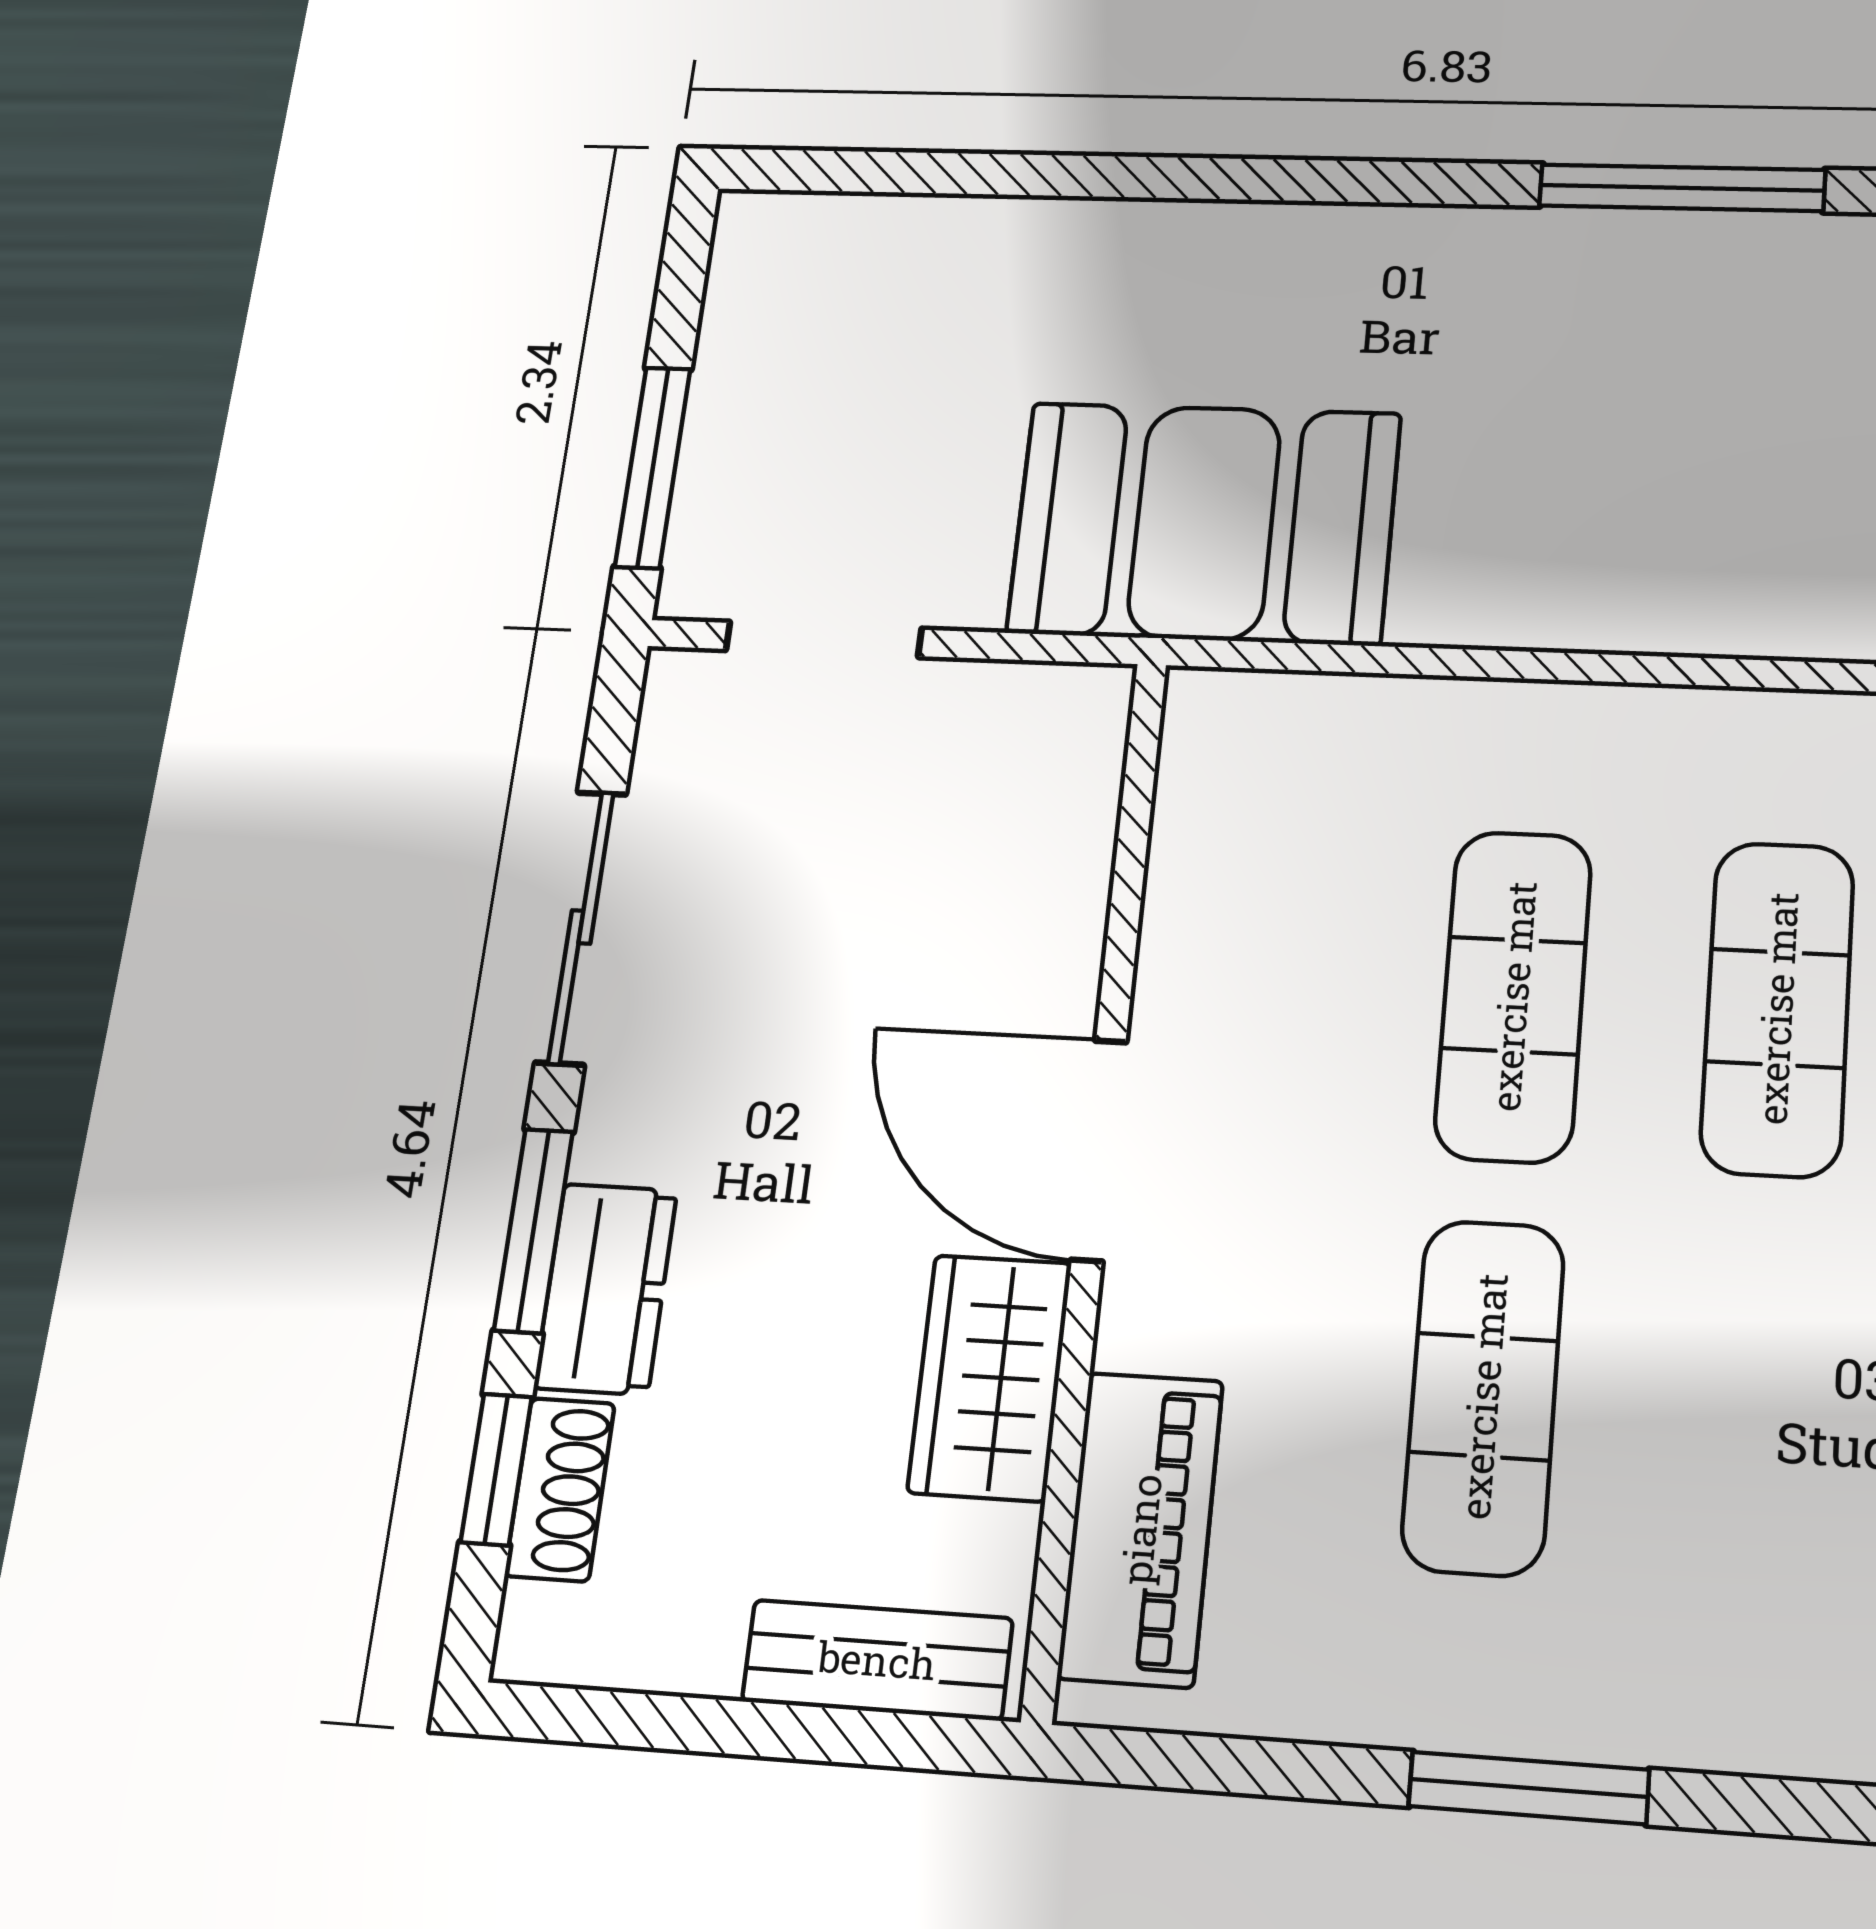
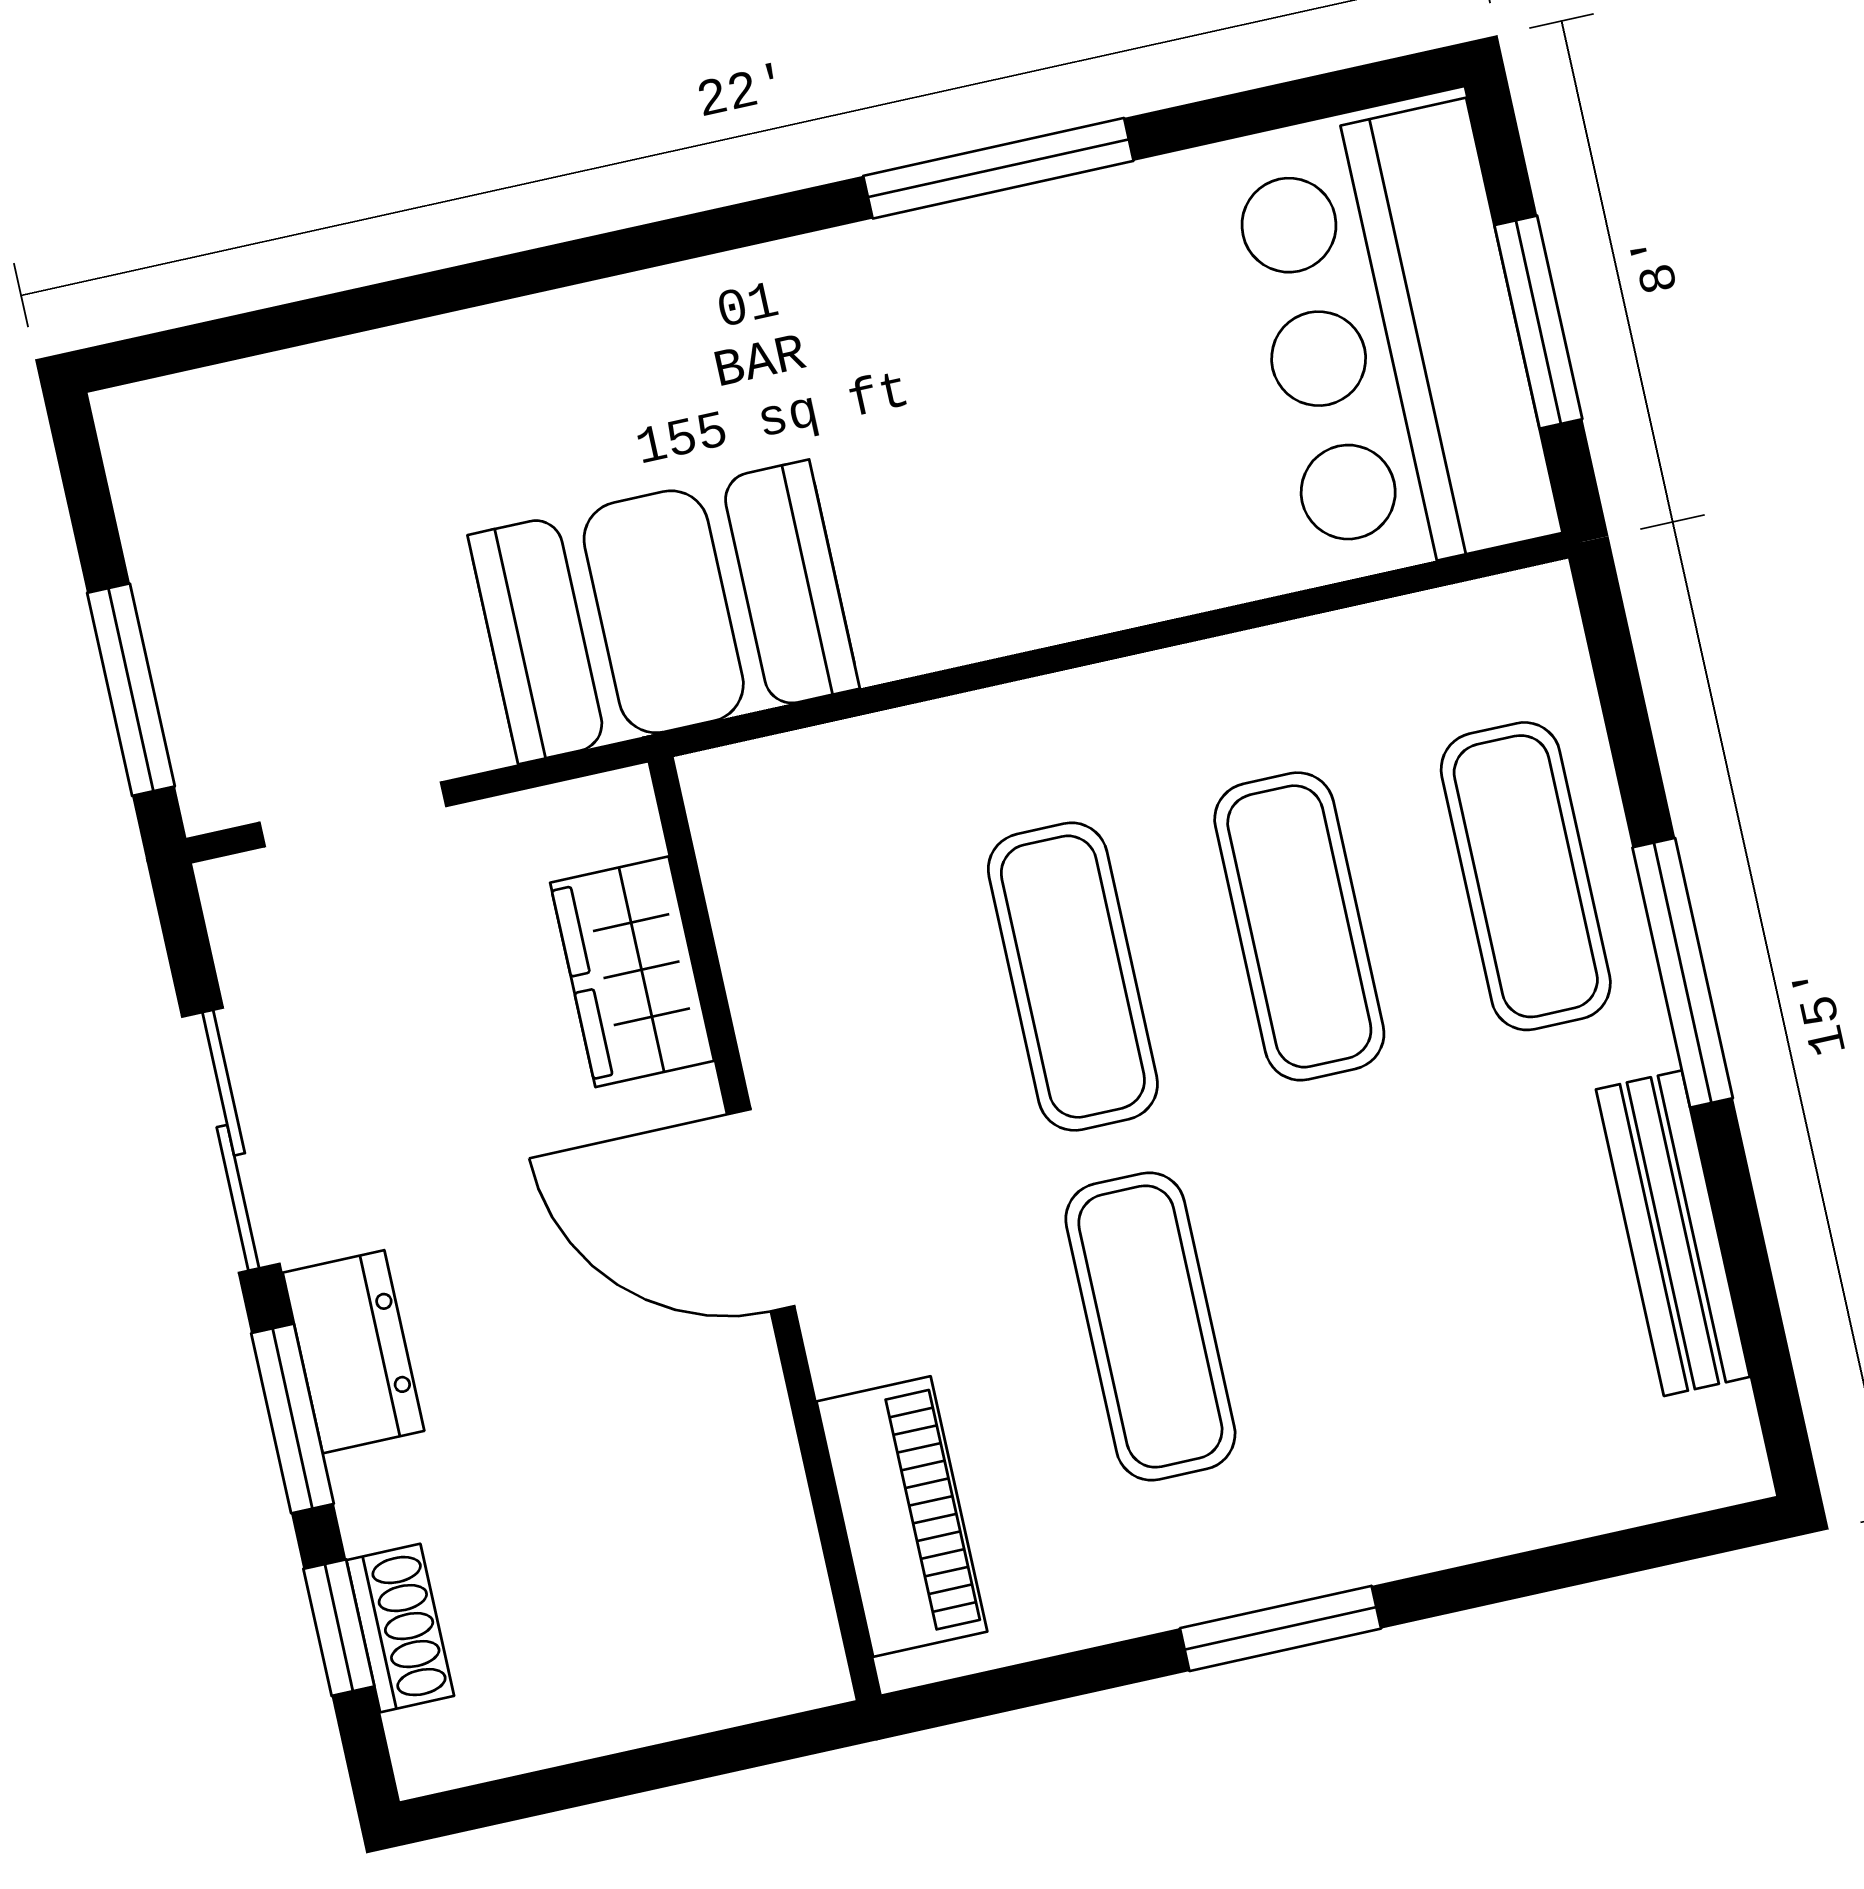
dresser: (606, 1289) -> (353, 1352), moved
wardrobe: (990, 1377) -> (632, 972), moved
bench: (877, 1660) -> (720, 1686), removed

